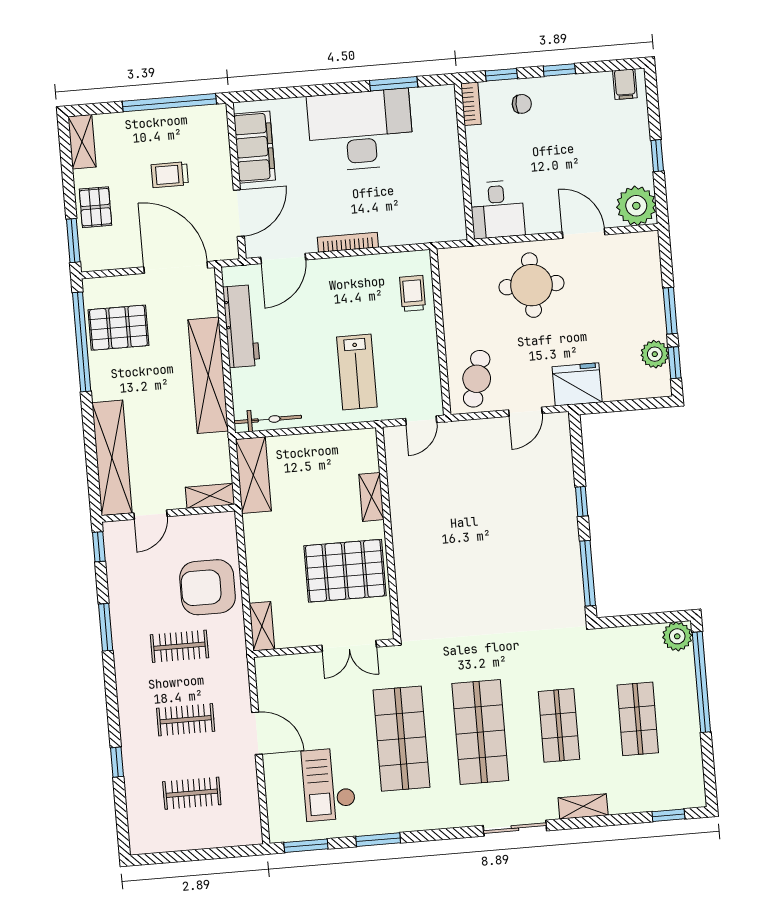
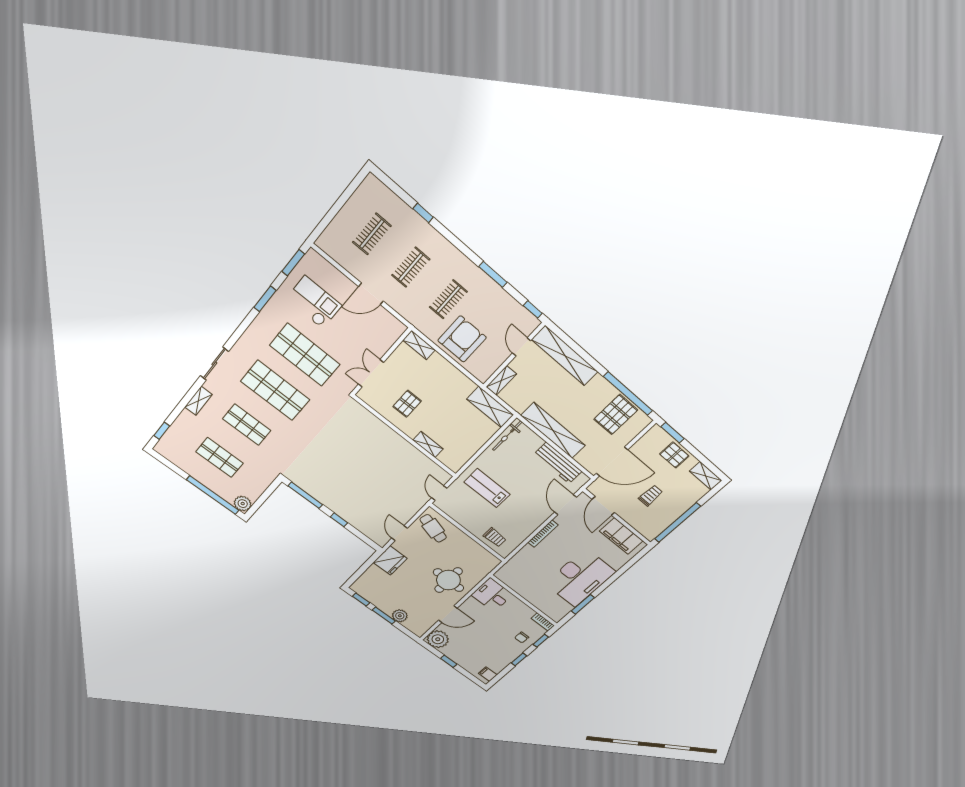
plant: (655, 354) -> (400, 616), moved
pallet: (345, 571) -> (407, 404), width x0.49, depth x0.50

